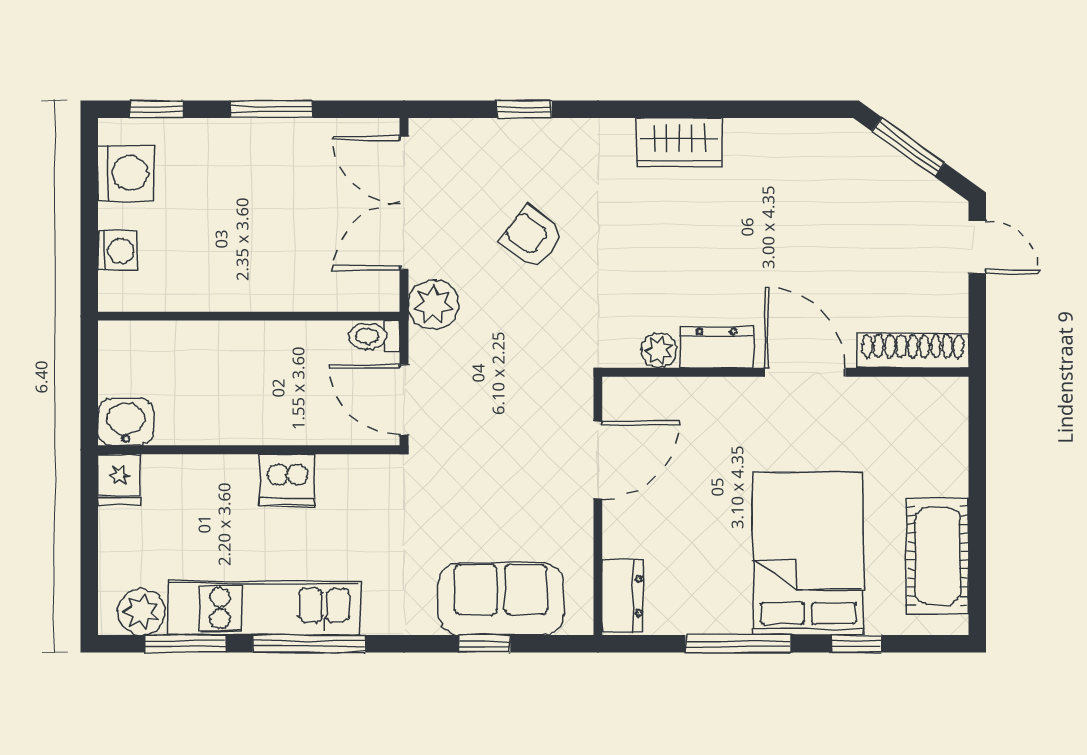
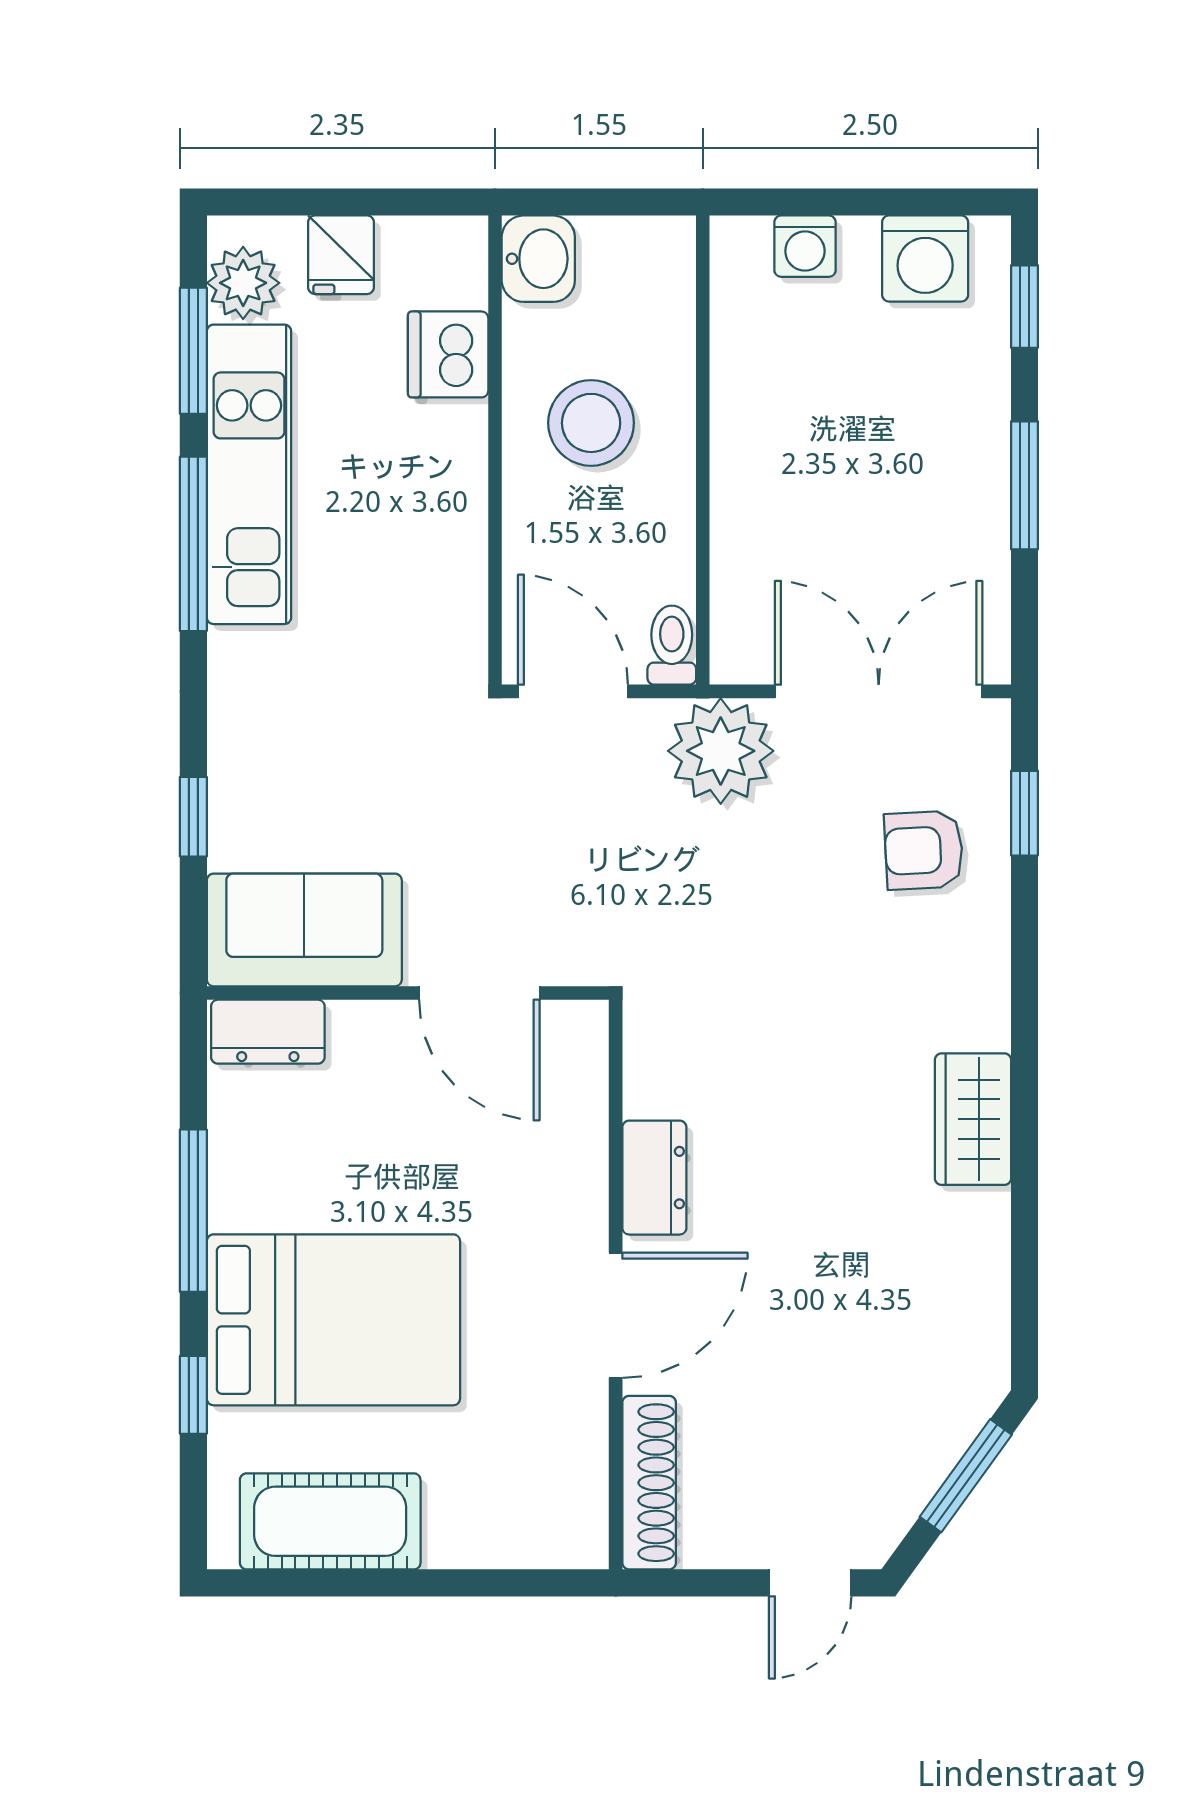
window: (524, 109) -> (1025, 813), moved
armchair: (532, 237) -> (924, 850), moved, turned -131
plant: (433, 305) -> (721, 751), width x1.36, depth x1.36
plant: (659, 350) -> (650, 1088), removed
stool: (231, 388) -> (591, 423), added
door: (404, 400) -> (573, 691), hinge flipped
fridge: (119, 479) -> (341, 255), moved, turned -90
dishwasher: (287, 480) -> (448, 354), moved
sofa: (501, 599) -> (304, 930), moved, turned -90

